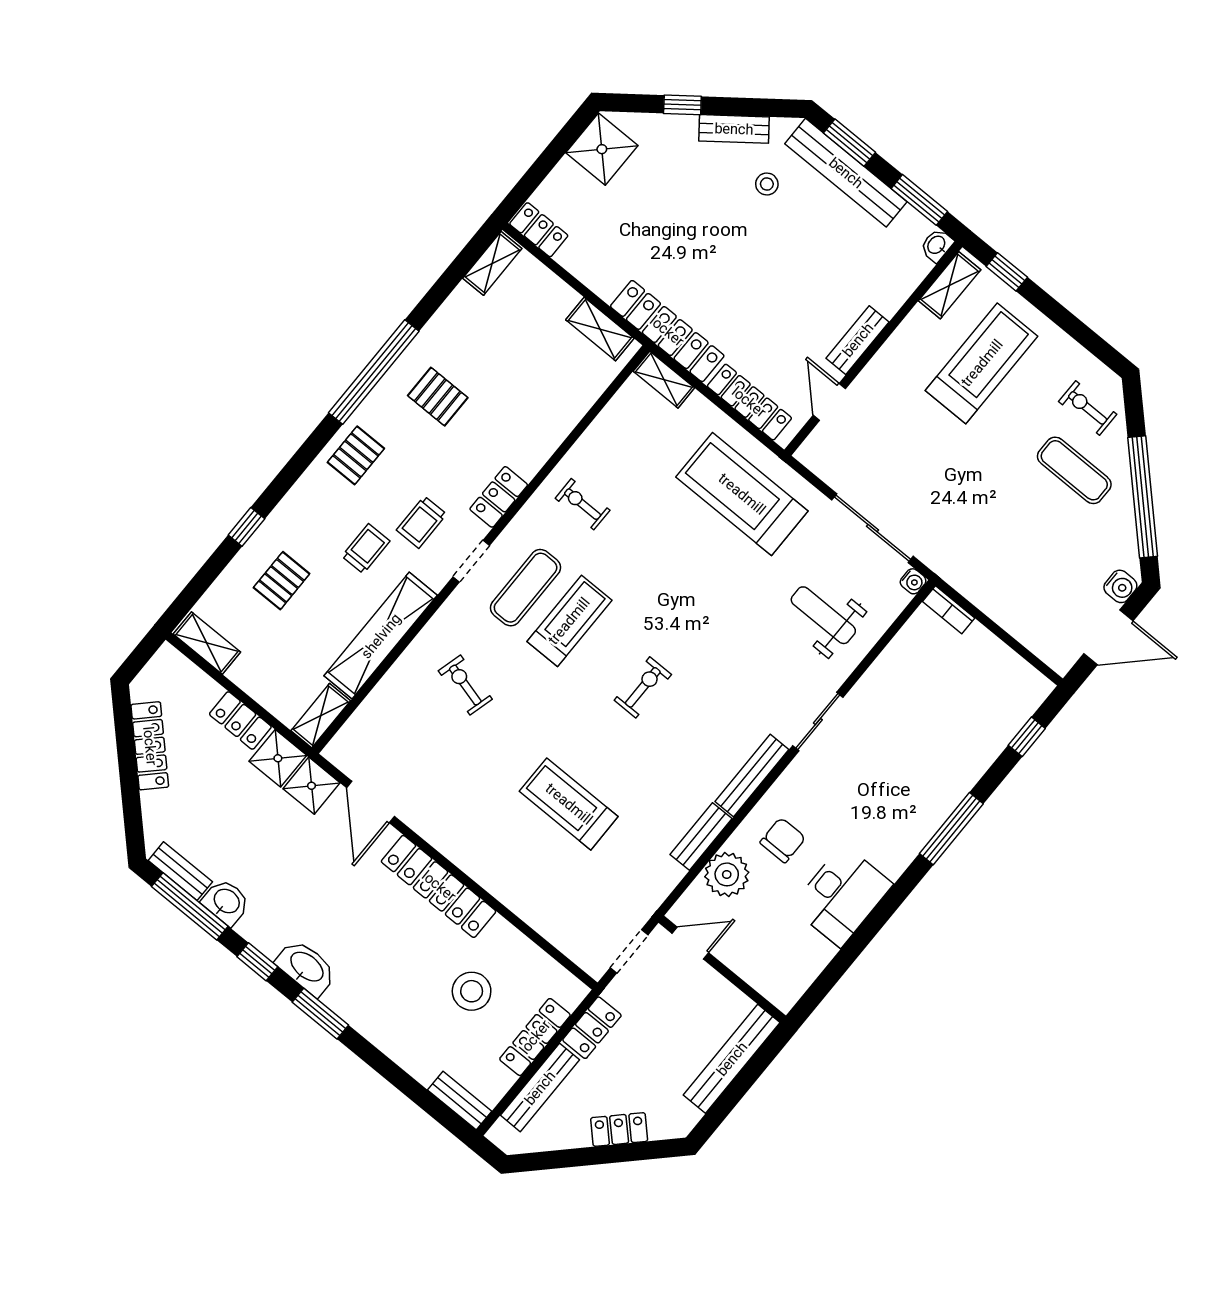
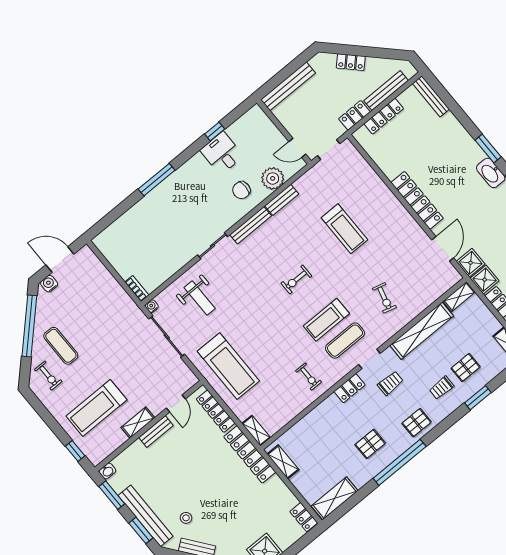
shelving: (492, 263) -> (335, 498), width x1.50, depth x1.33
shelving: (950, 285) -> (138, 423), moved
pallet: (438, 397) -> (370, 444), turned 90
window: (246, 527) -> (478, 398), width x1.50
trolley: (366, 549) -> (442, 388), moved
window: (1027, 737) -> (215, 132), moved
desk: (842, 896) -> (222, 153), width x0.73
stool: (472, 991) -> (411, 145), removed
bench: (460, 1101) -> (431, 96), width x1.36

